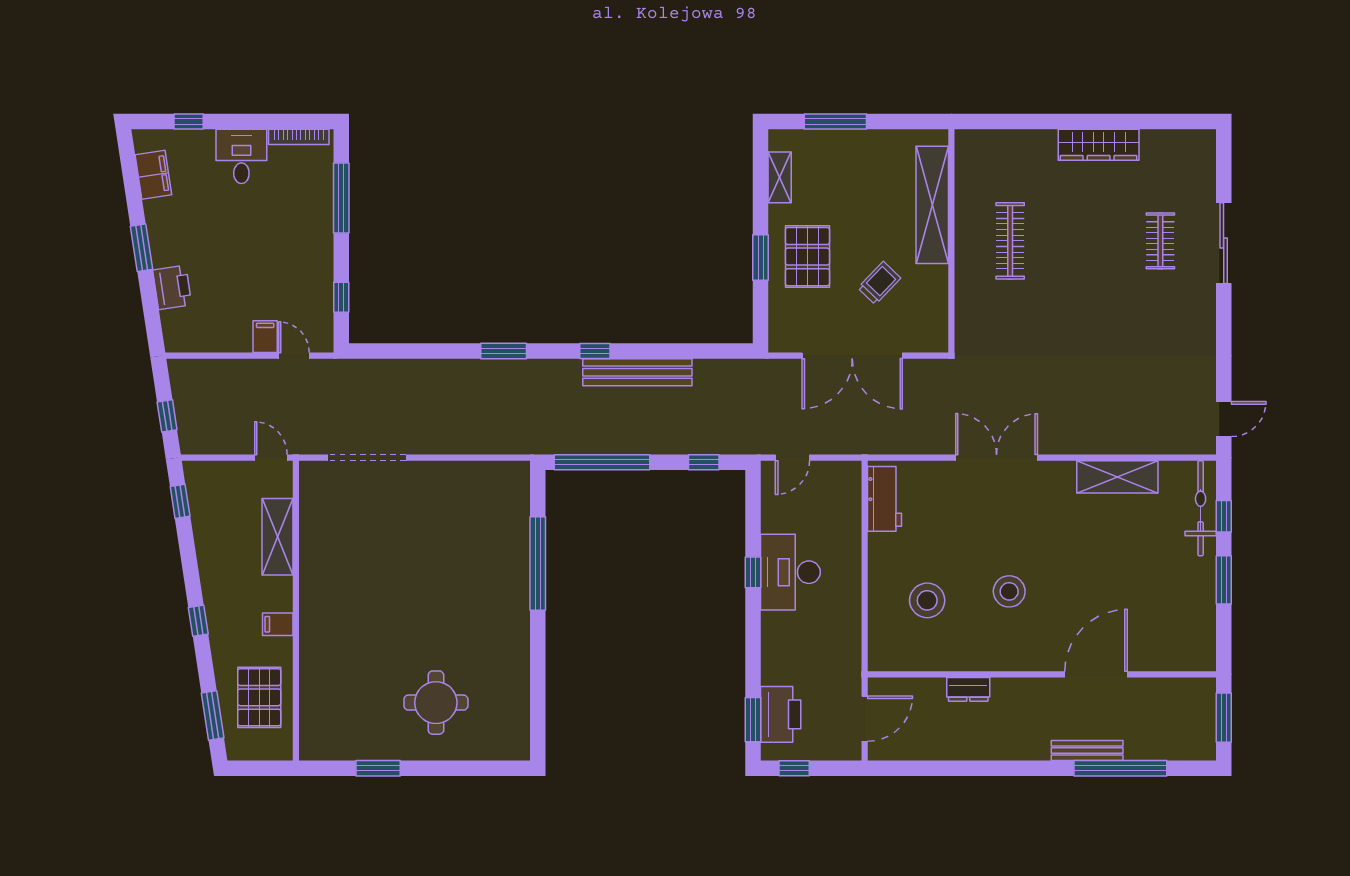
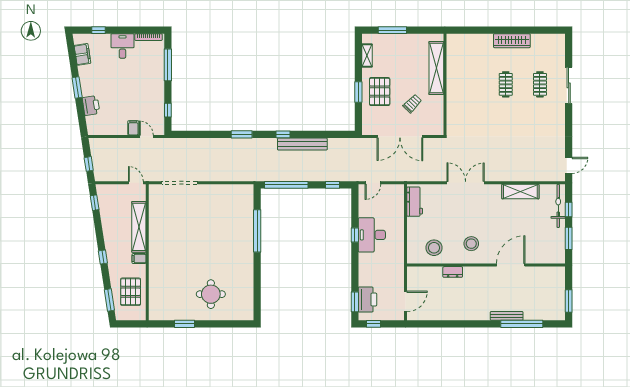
clothes rail: (1010, 241) -> (506, 84), moved, width x0.73
shelving: (278, 537) -> (139, 227), width x1.47
wall: (1042, 674) -> (486, 265), moved
door: (1096, 674) -> (511, 265), moved
dresser: (968, 689) -> (453, 272), moved

